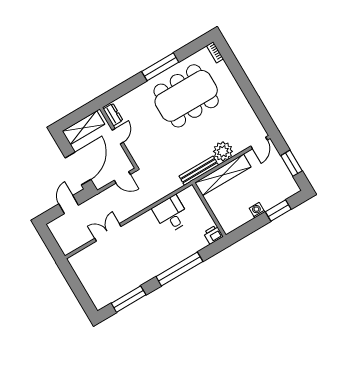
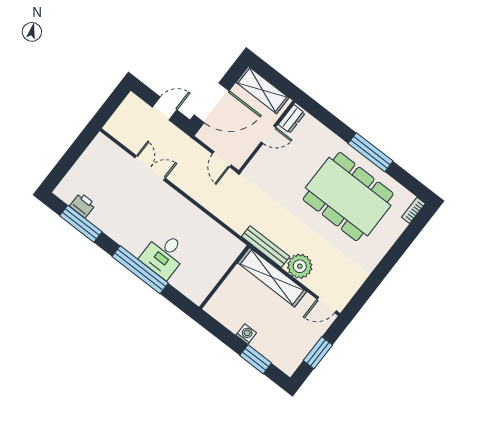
desk: (171, 214) -> (164, 255), moved, turned 180
printer: (213, 235) -> (83, 205), moved

